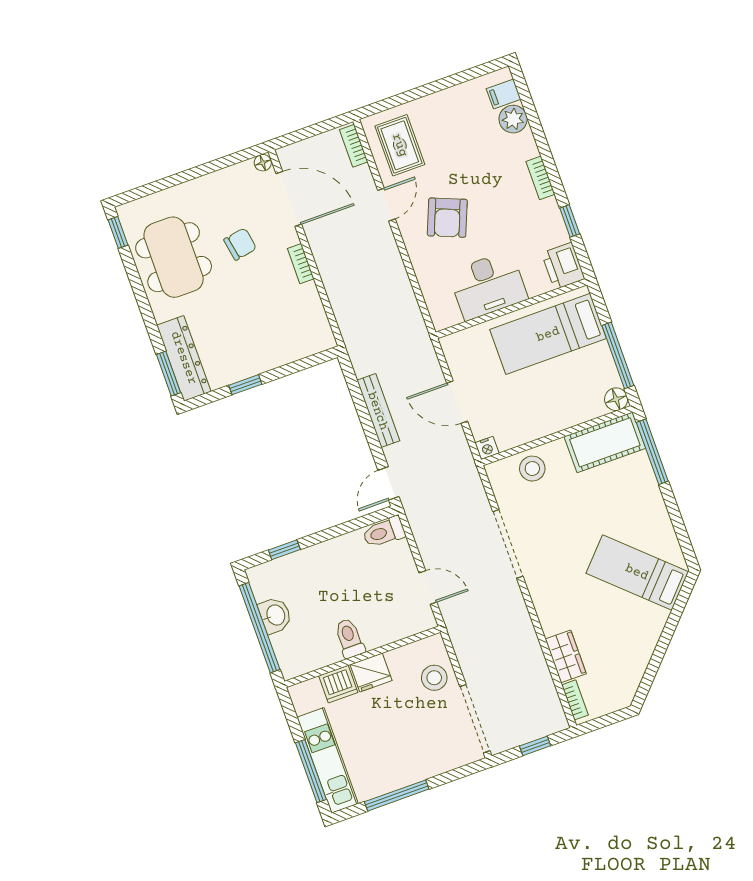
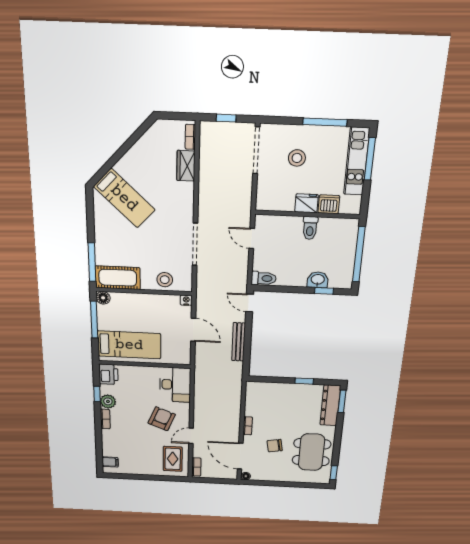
plant: (513, 119) -> (108, 401), moved
desk: (488, 285) -> (175, 385), moved, turned 90
door: (388, 483) -> (249, 303), swing flipped
washbasin: (275, 615) -> (318, 280), moved, turned 90
stool: (434, 678) -> (297, 158), moved

